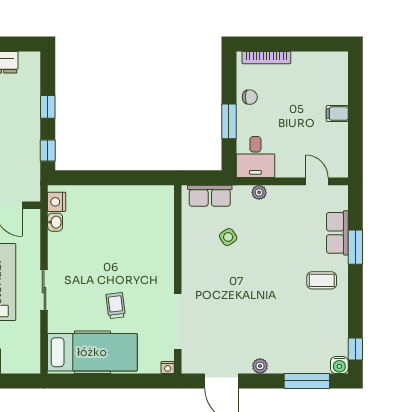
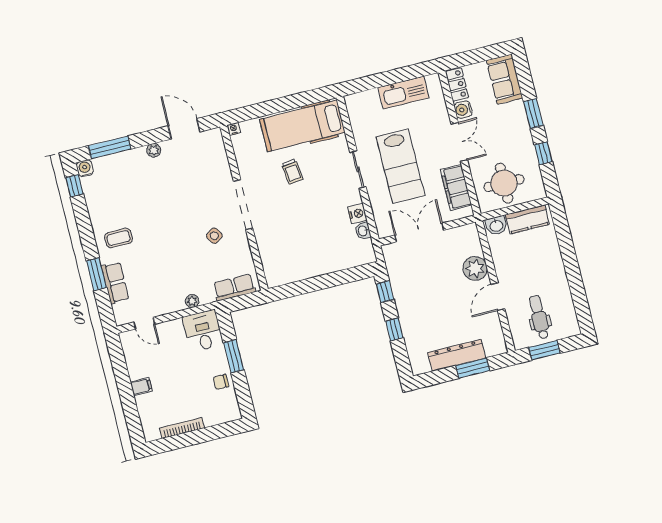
bookcase: (266, 58) -> (182, 428), moved
nightstand: (57, 202) -> (357, 214), moved
side table: (228, 237) -> (214, 236), moved
doorway: (178, 321) -> (243, 205), moved

